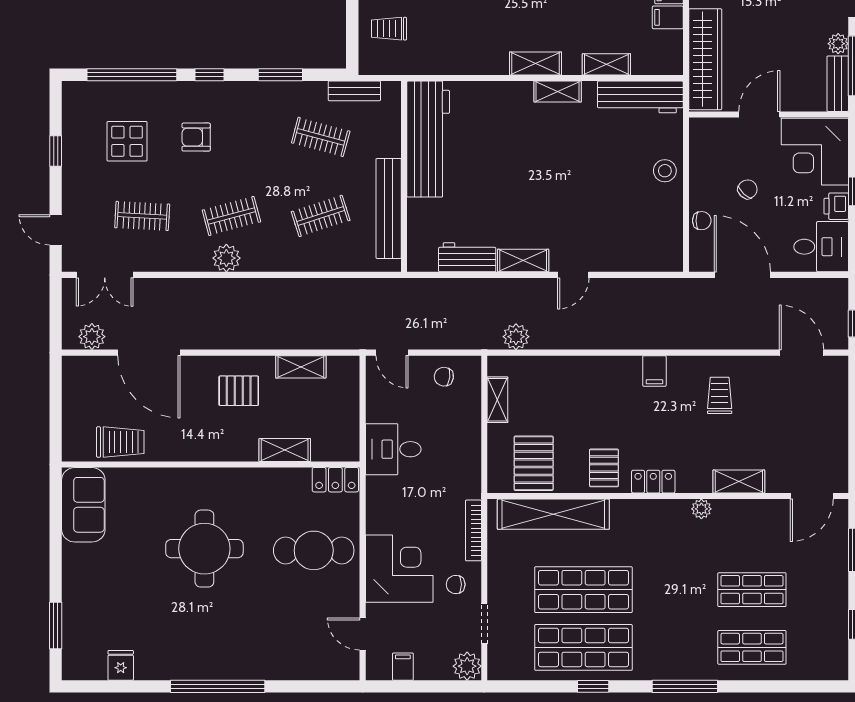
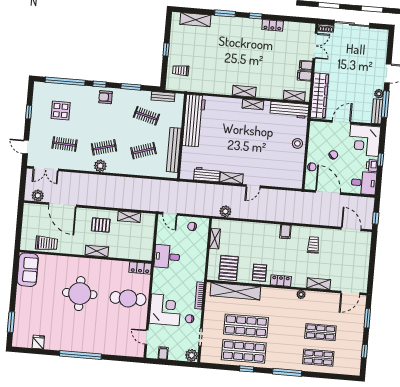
shelving: (606, 64) -> (294, 96), moved
armchair: (196, 137) -> (105, 97), moved
shelving: (285, 450) -> (97, 251), moved

